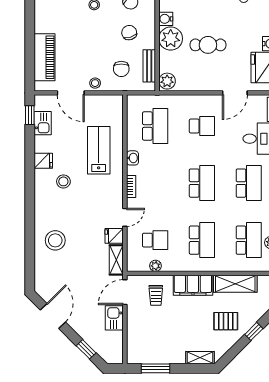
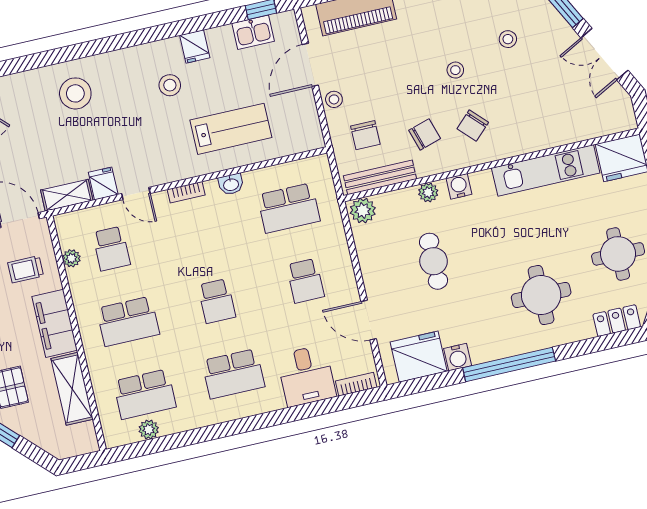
plant: (171, 39) -> (428, 192), width x0.53, depth x0.53
bench: (149, 66) -> (380, 177), width x1.36
chair: (121, 69) -> (365, 135), turned -90
school desk: (202, 183) -> (217, 301), width x0.54

